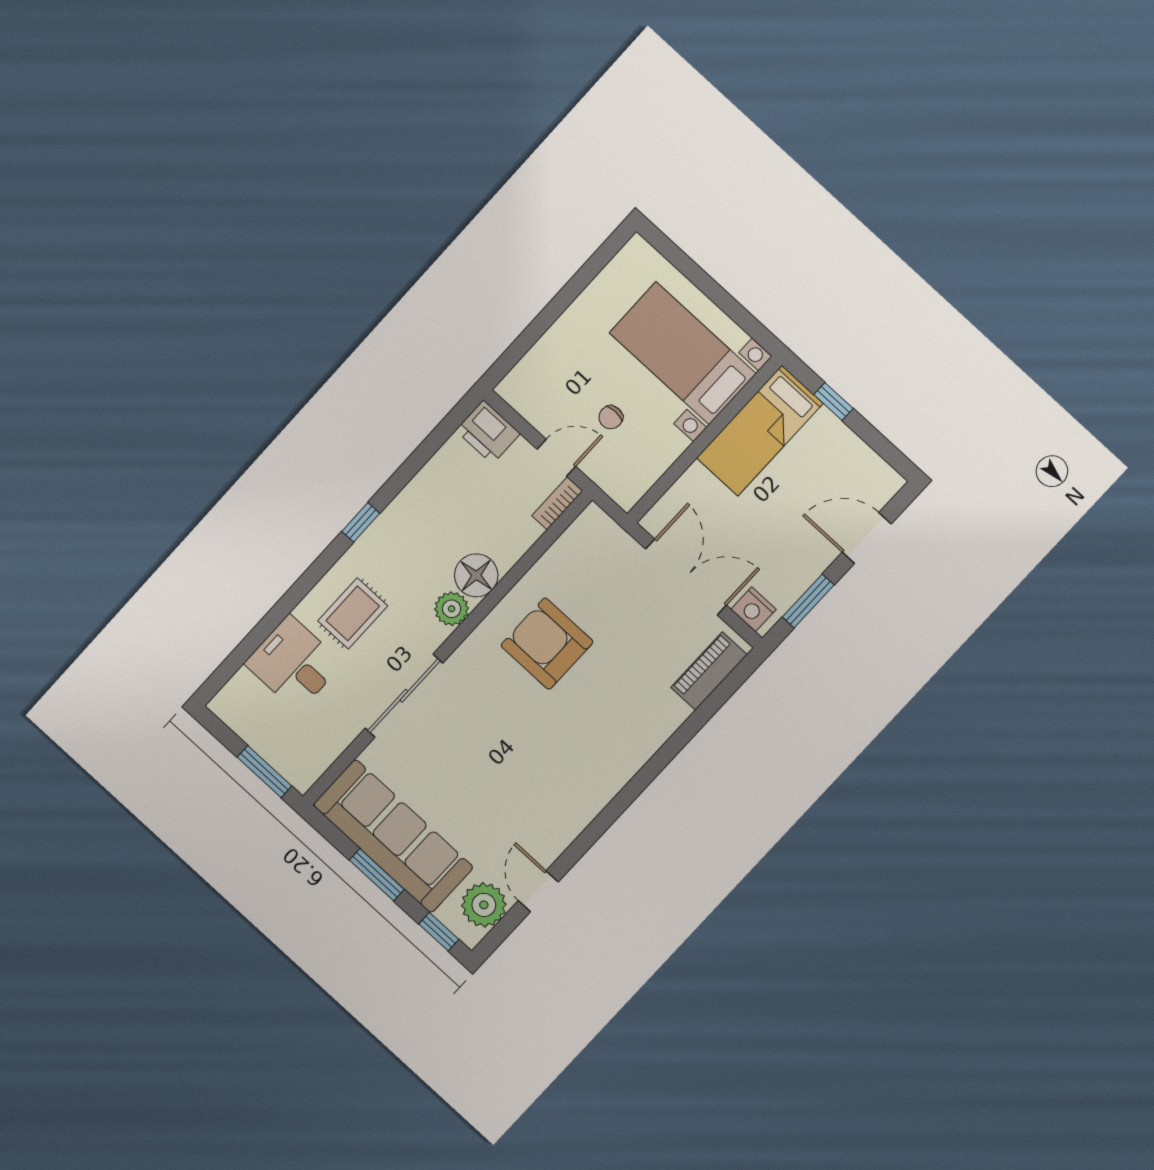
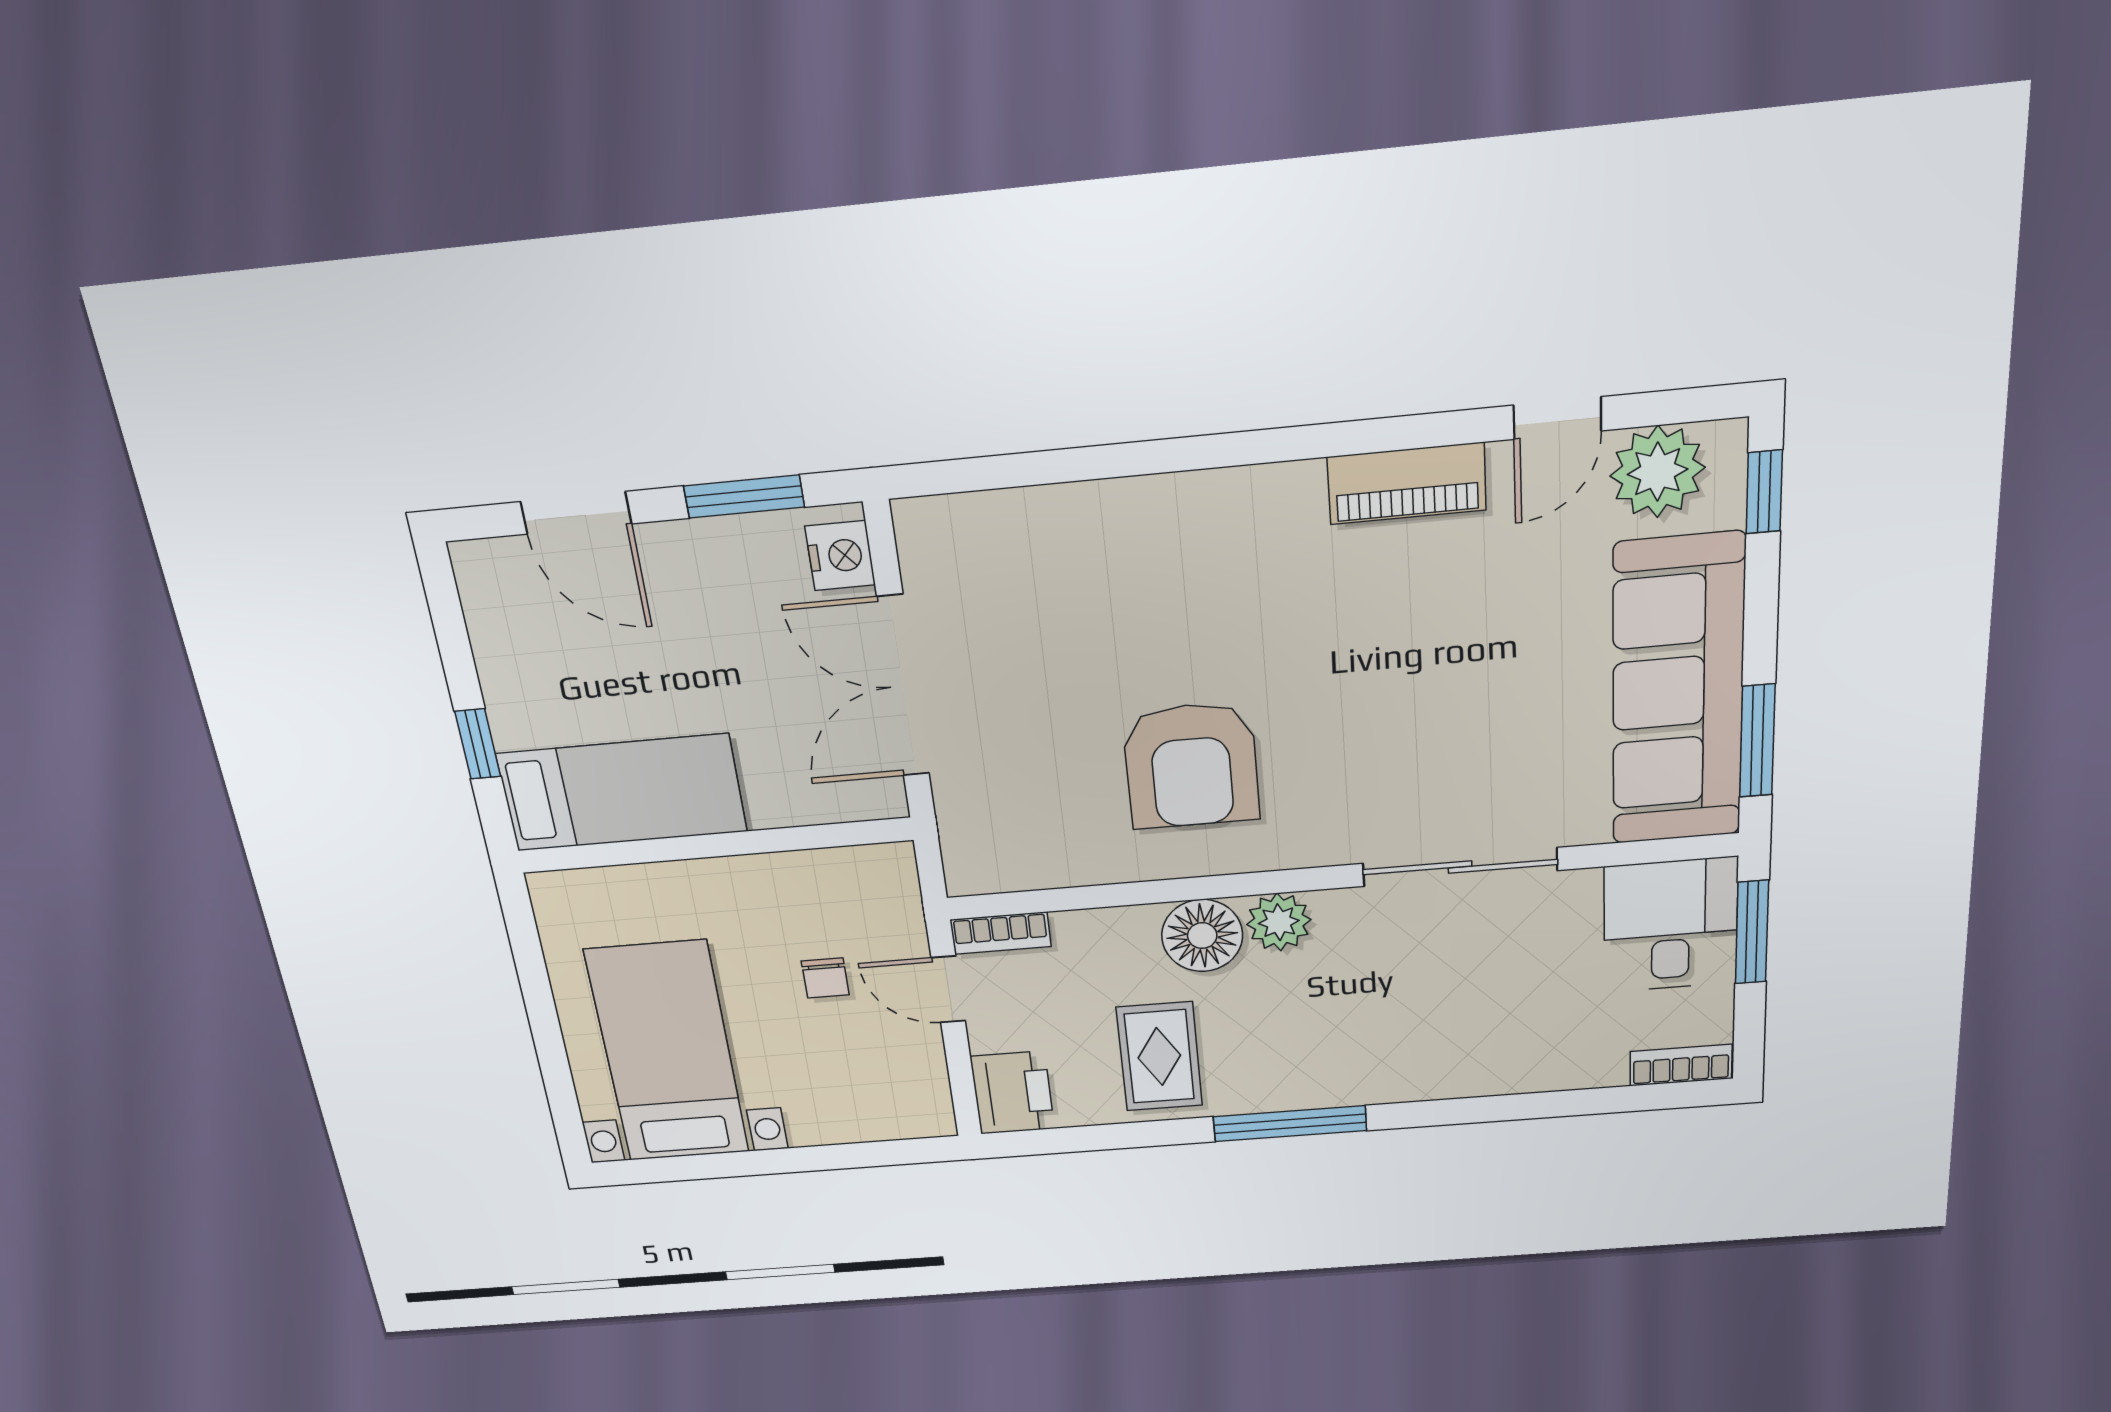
bed with nightstands: (683, 353) -> (668, 1052), moved, turned 180
chair: (611, 417) -> (825, 978), turned 90
window: (361, 522) -> (1290, 1124), width x2.17
rug: (353, 613) -> (1159, 1057), moved, turned 90
desk: (294, 663) -> (1670, 925), moved, turned 180
piano: (709, 671) -> (1407, 484), moved
bookcase: (231, 693) -> (1681, 1065), added
window: (377, 875) -> (1757, 741), moved

